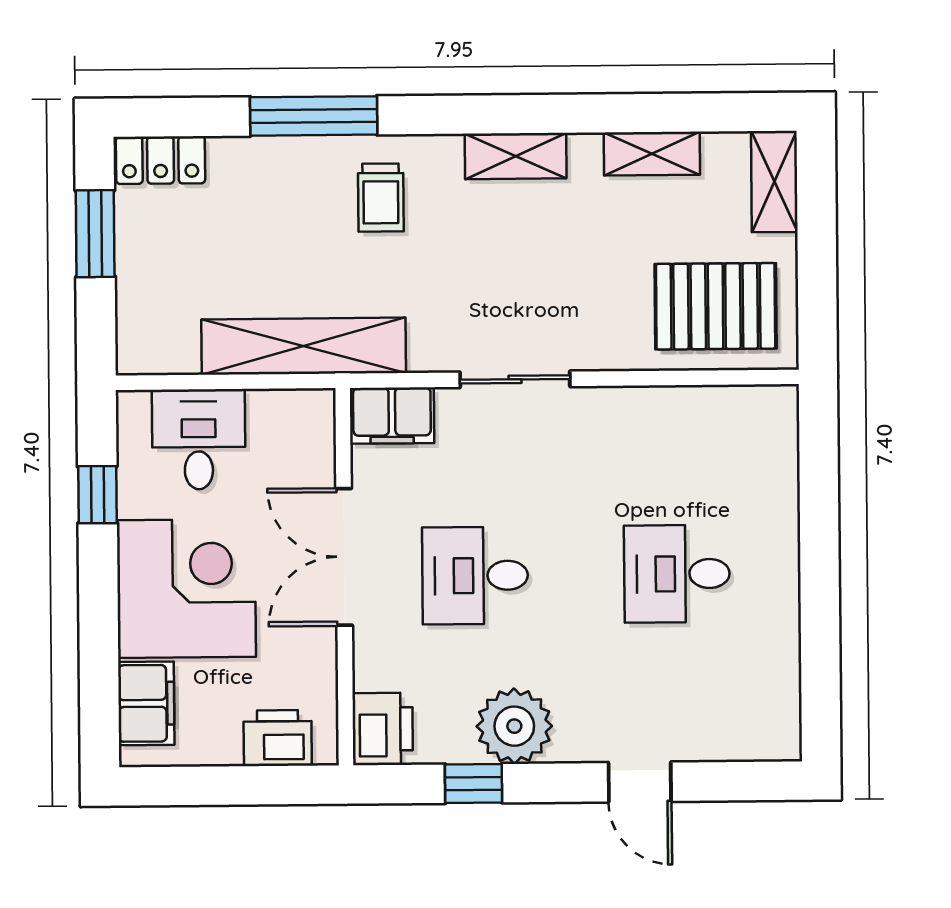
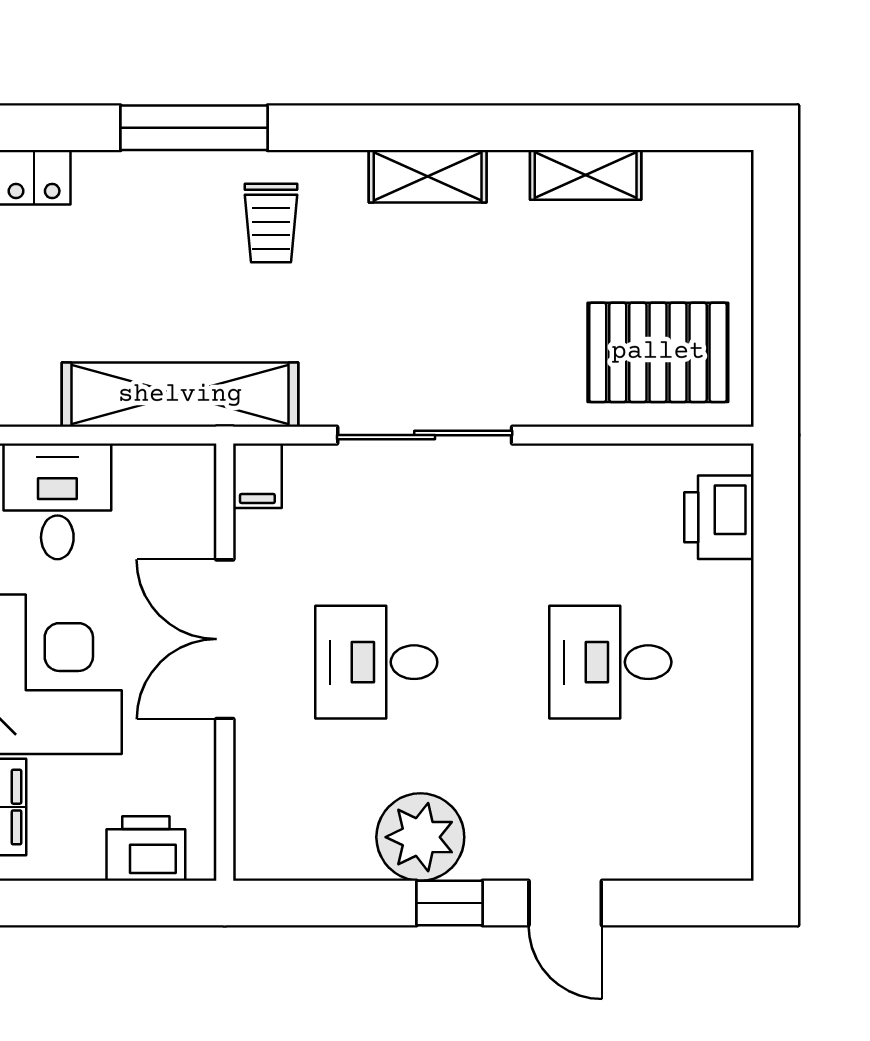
shelving: (774, 182) -> (727, 209), removed
sliding door: (515, 379) -> (425, 435), width x1.37
filing cabinet: (392, 416) -> (257, 476), width x0.50
printer: (383, 729) -> (719, 517), moved, turned 180
window: (474, 783) -> (449, 903), moved

